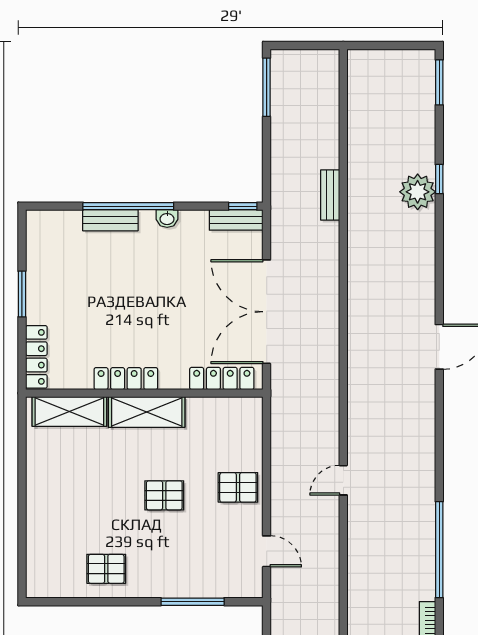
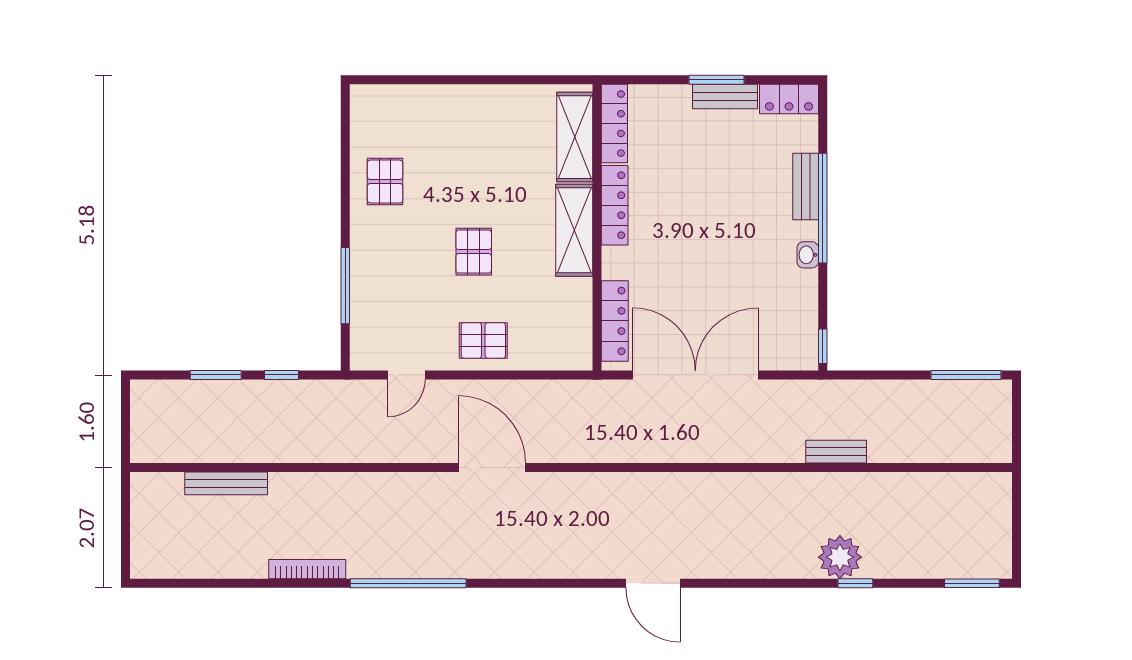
bench: (236, 220) -> (725, 97), moved, turned 90
locker: (38, 234) -> (789, 99), added
locker: (36, 357) -> (614, 124), moved, turned -90
door: (343, 480) -> (492, 468), width x1.88
pallet: (238, 487) -> (483, 340), turned 90

